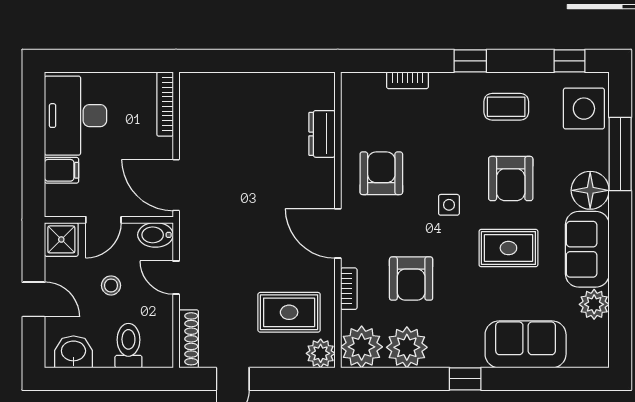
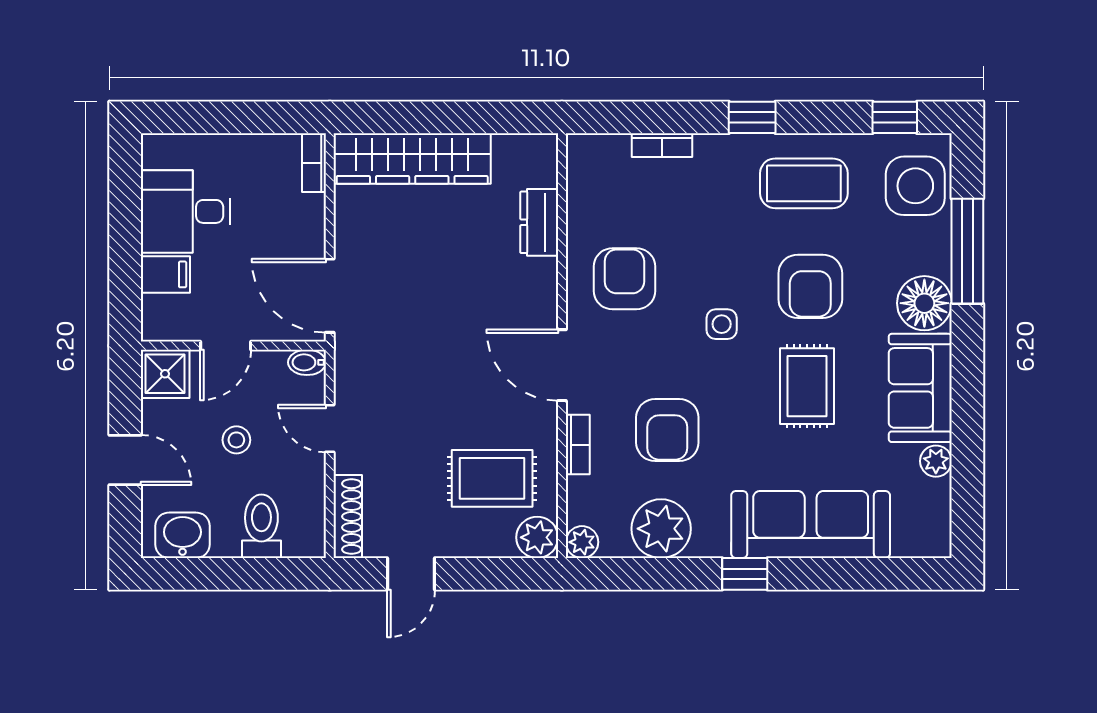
wardrobe: (233, 89) -> (412, 158), added
bookcase: (165, 104) -> (314, 163), width x0.64
coffee table: (506, 107) -> (804, 183), width x1.36, depth x1.30
desk: (76, 116) -> (185, 211), width x0.73
bidet: (155, 235) -> (307, 362), width x0.72, depth x0.74
rug: (508, 248) -> (807, 386), turned 90
plant: (594, 304) -> (936, 461), width x0.73, depth x0.73
sofa: (526, 344) -> (811, 525), width x1.36
plant: (362, 347) -> (582, 542), width x0.53, depth x0.53

